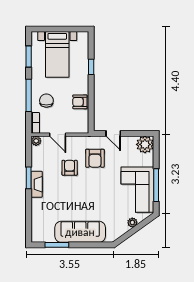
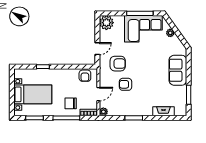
armchair: (80, 102) -> (85, 76), moved
fireplace: (37, 184) -> (163, 111), moved
sofa: (80, 232) -> (178, 70), width x0.73

